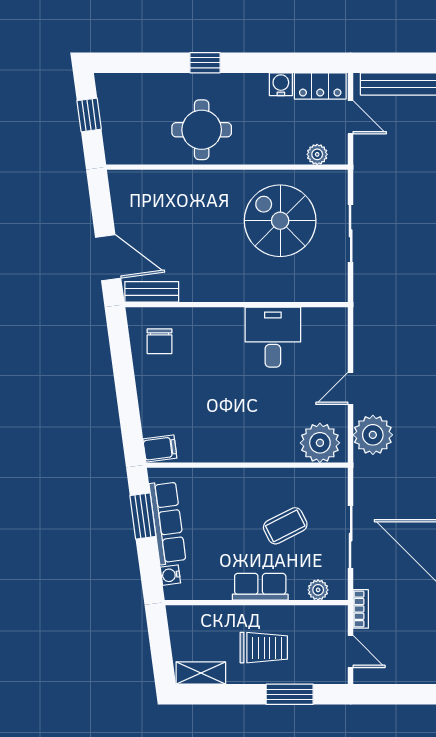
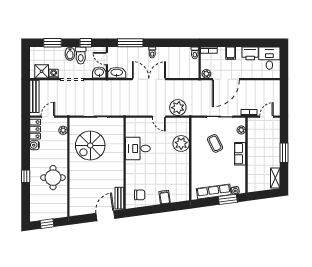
plant: (320, 443) -> (181, 144), moved
filing cabinet: (160, 449) -> (165, 197), moved
window: (143, 516) -> (228, 199), moved
trolley: (264, 648) -> (265, 152), removed
window: (290, 694) -> (284, 153), moved

